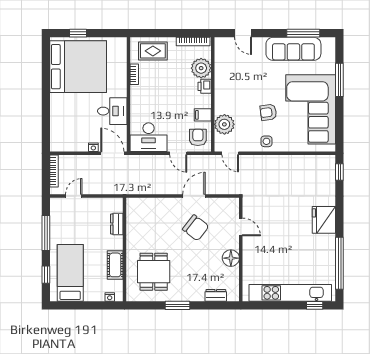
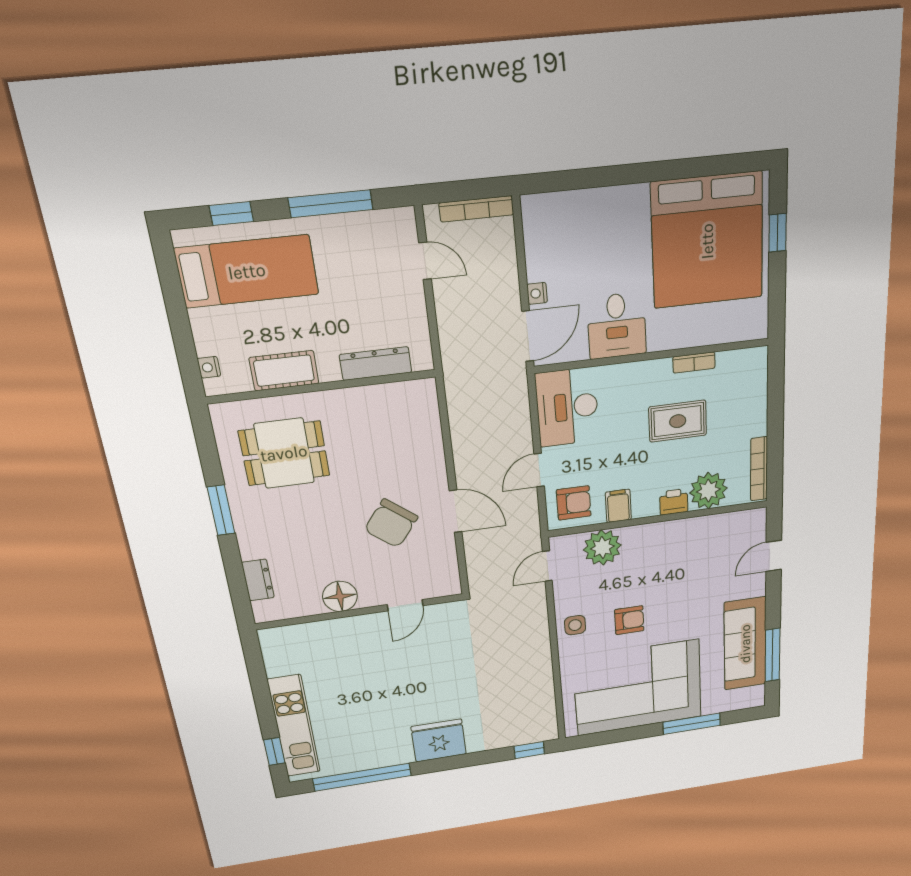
rug: (153, 51) -> (678, 421), moved, turned 90
armchair: (268, 112) -> (629, 620), turned 98
dresser: (117, 224) -> (376, 364), width x1.44
kitchen unit: (290, 293) -> (294, 726), width x0.73

